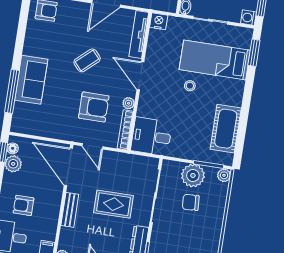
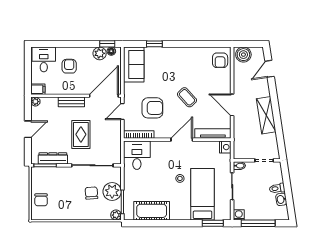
sofa: (31, 80) -> (134, 65), moved, turned -90
window: (12, 91) -> (154, 44), width x0.46
plant: (129, 103) -> (159, 134), removed
armchair: (94, 107) -> (152, 108), turned -90

